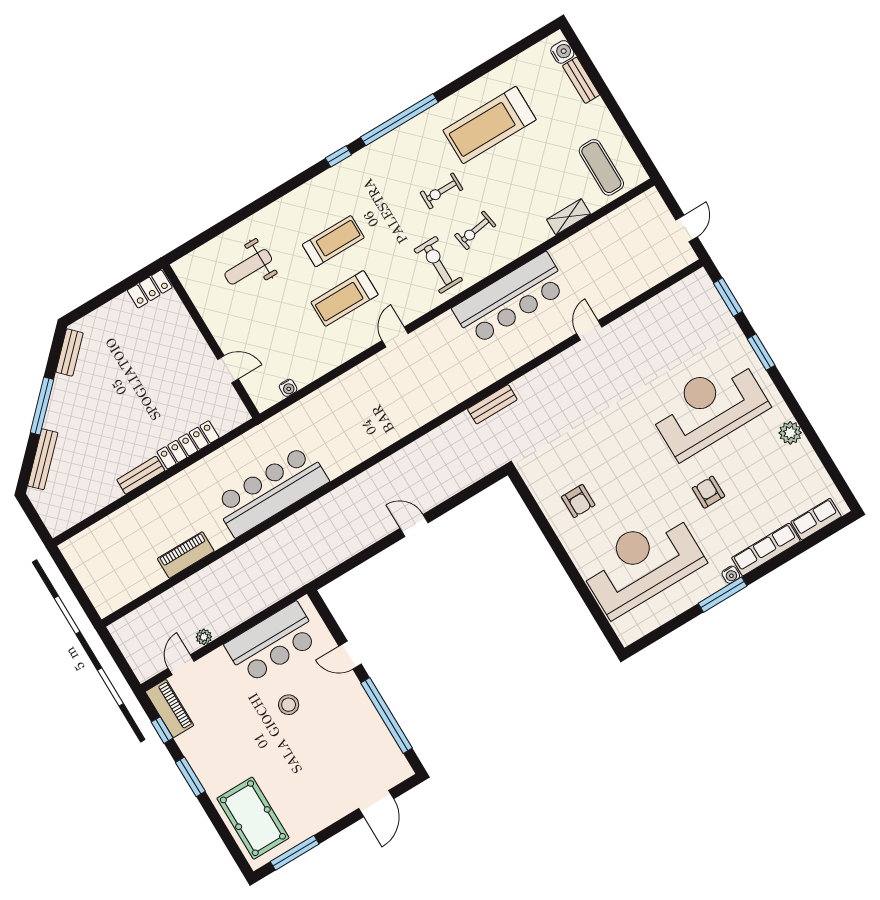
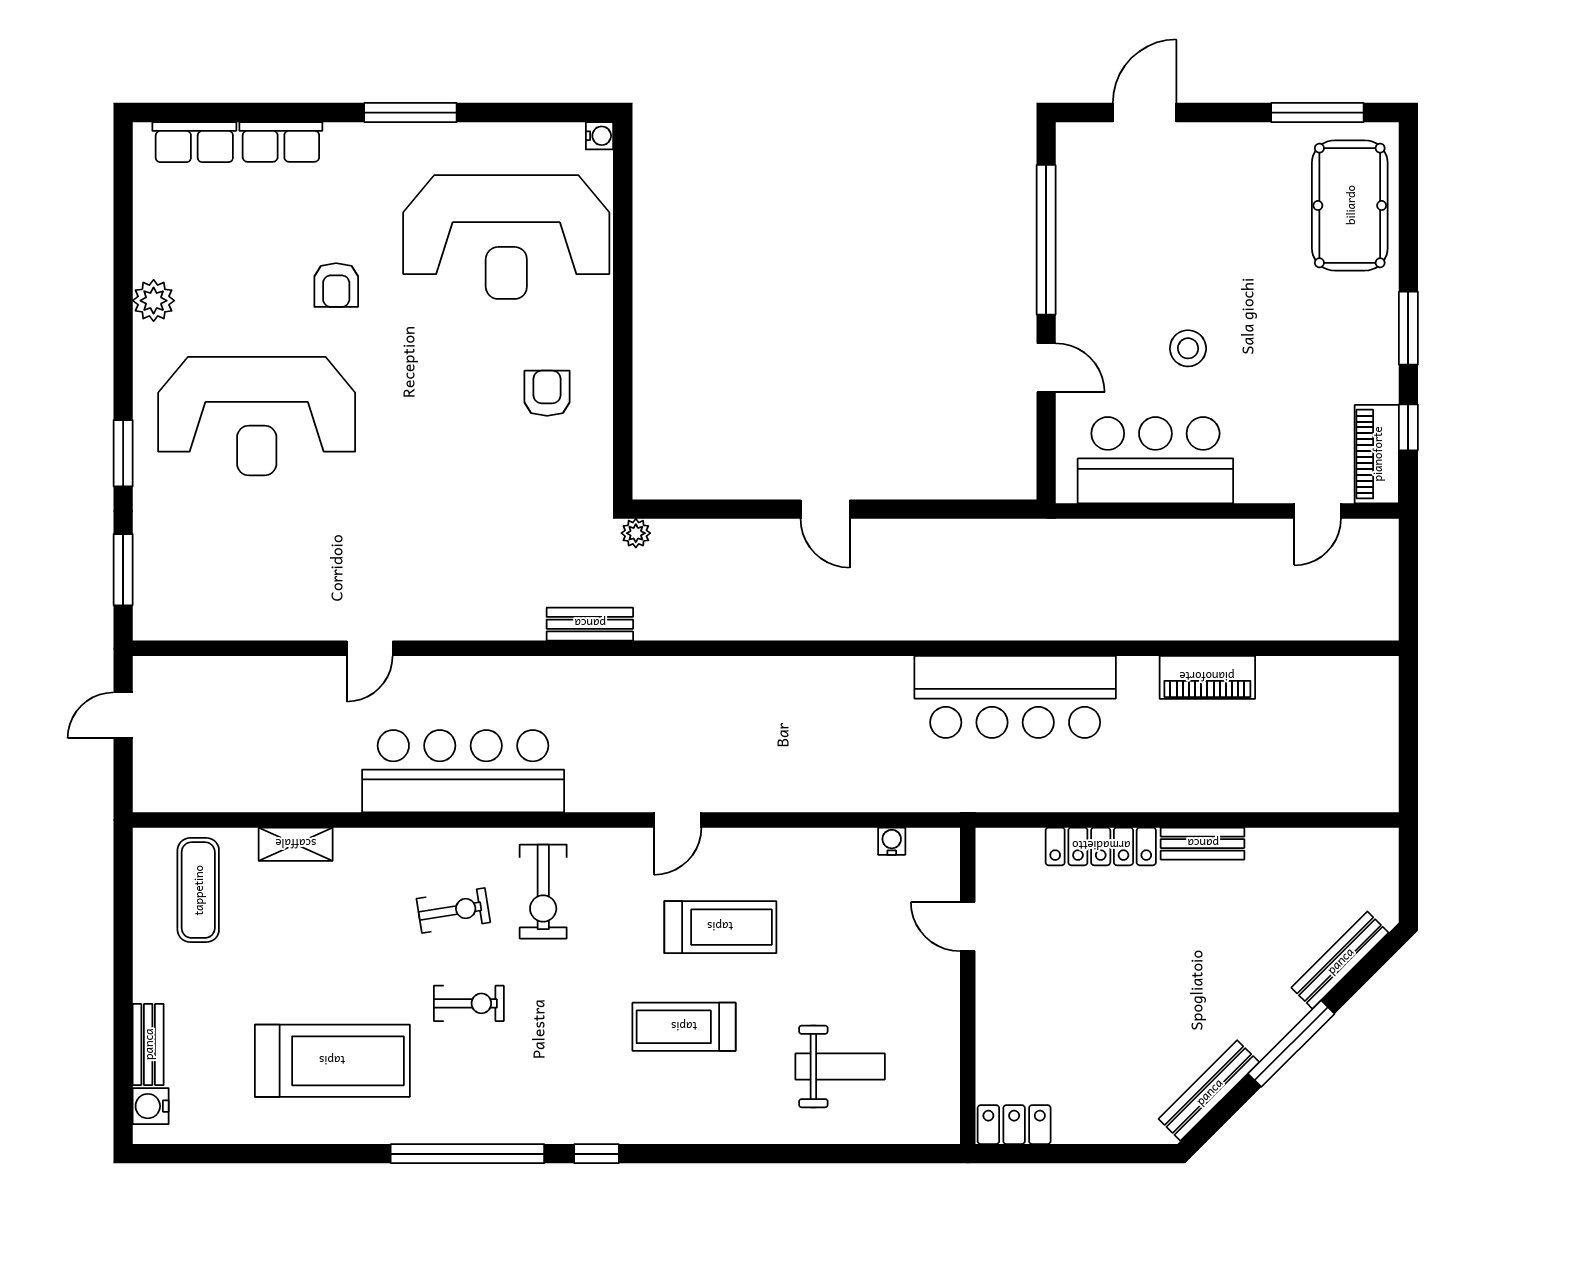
bench: (69, 352) -> (1209, 1091), width x1.36
row of seats: (766, 550) -> (281, 142), width x0.68
water cooler: (731, 575) -> (599, 136), moved, turned 90
plant: (204, 637) -> (636, 533), moved

